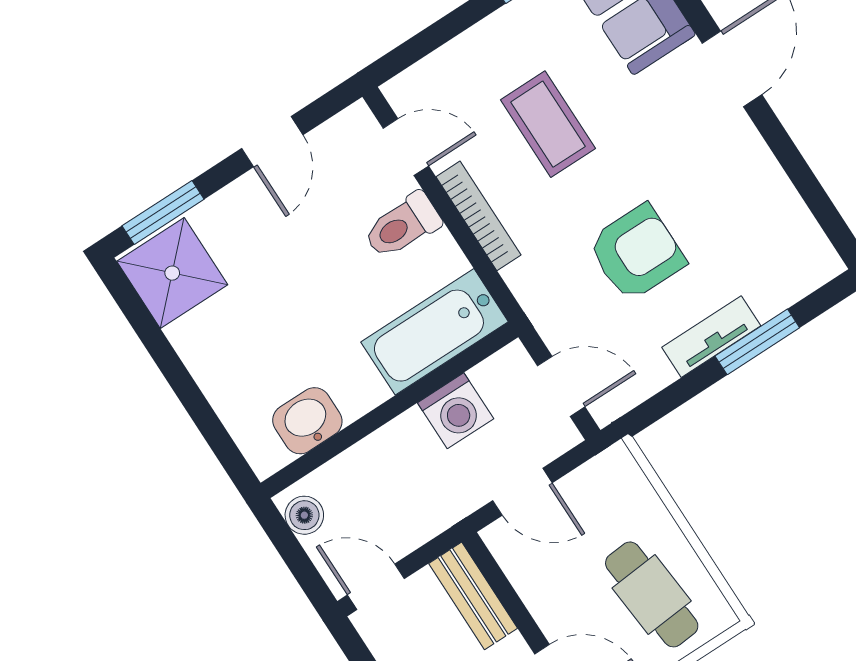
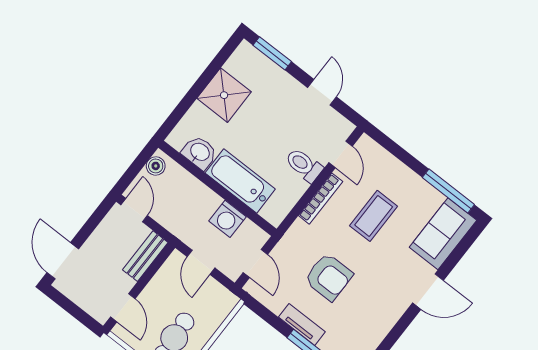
door: (272, 142) -> (322, 92), swing flipped
shower: (172, 273) -> (224, 95), moved
bathtub: (435, 332) -> (240, 181), moved

